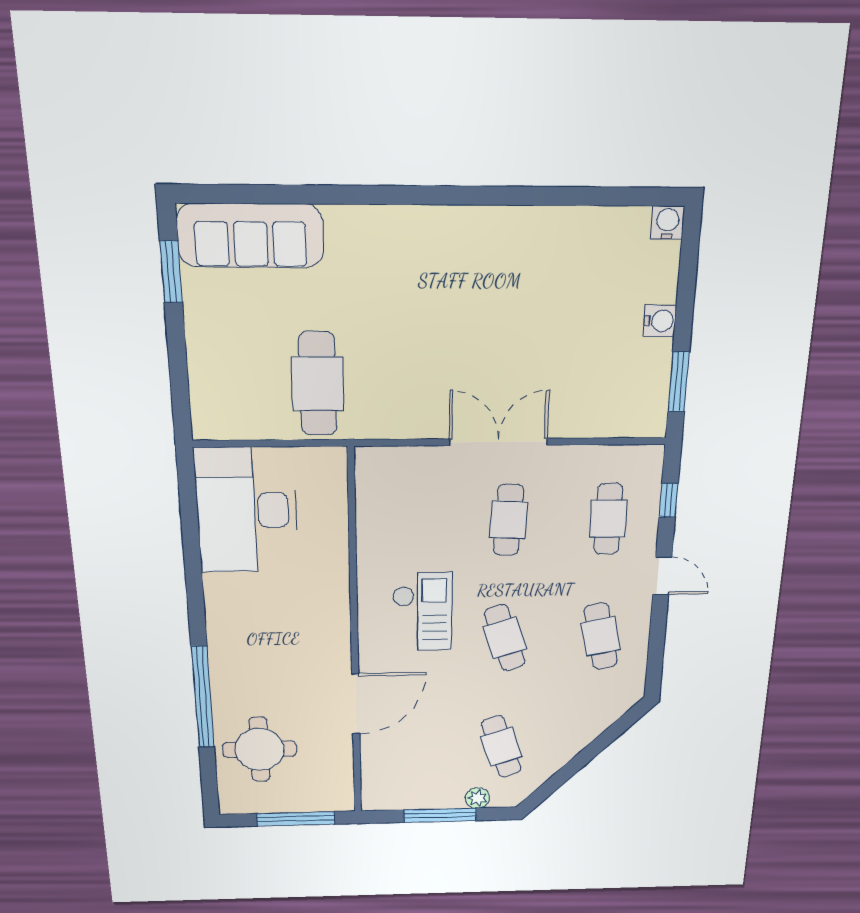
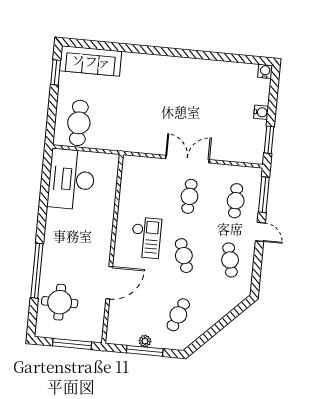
cafe table: (318, 384) -> (79, 123), moved
window: (669, 500) -> (264, 195), width x2.17
cafe table: (501, 747) -> (178, 315), turned 39
plant: (478, 798) -> (145, 341), moved

